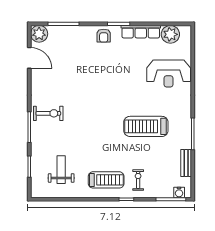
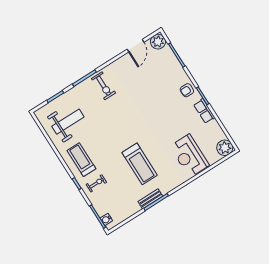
row of seats: (141, 32) -> (204, 111), width x0.68
plant: (170, 34) -> (225, 148), moved
treadmill: (146, 126) -> (140, 164), turned 180
bench: (186, 163) -> (150, 199), moved
weight bench: (61, 170) -> (68, 122), width x1.36, depth x1.33
treadmill: (106, 180) -> (81, 160), turned 180

